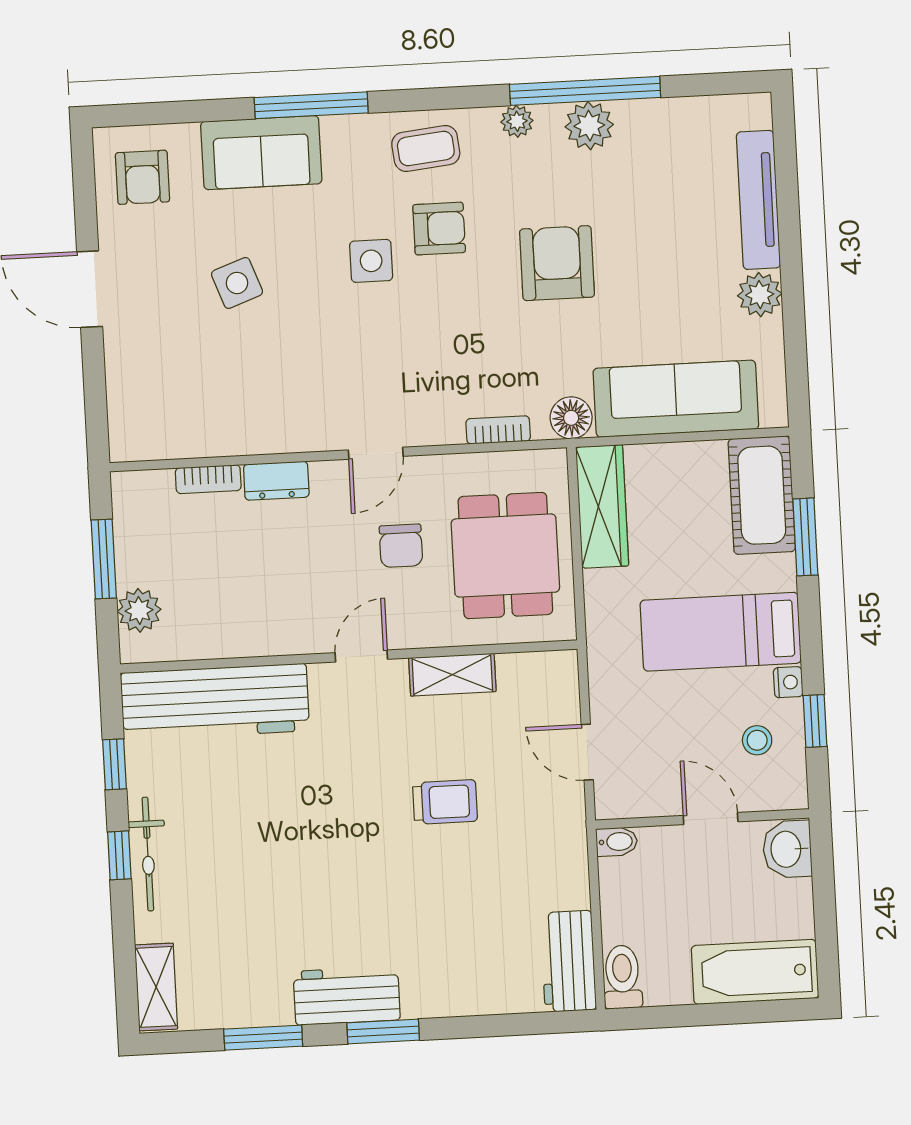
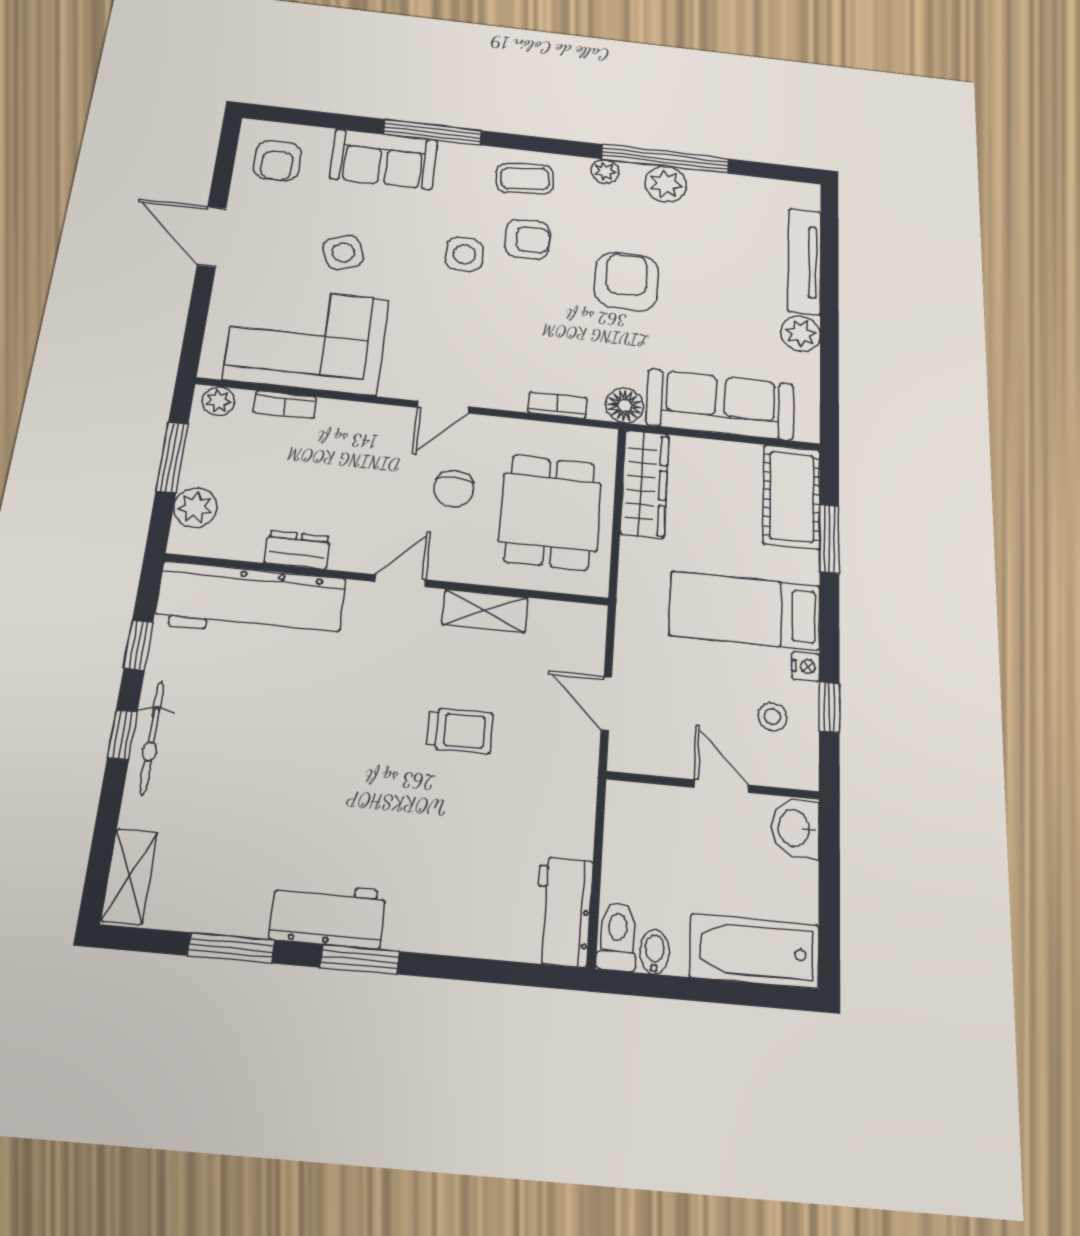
corner sofa: (216, 398) -> (306, 339), added
dresser: (276, 481) -> (297, 550), moved, turned 180
plant: (138, 487) -> (218, 401), added
bidet: (617, 842) -> (654, 952), moved, turned -90

